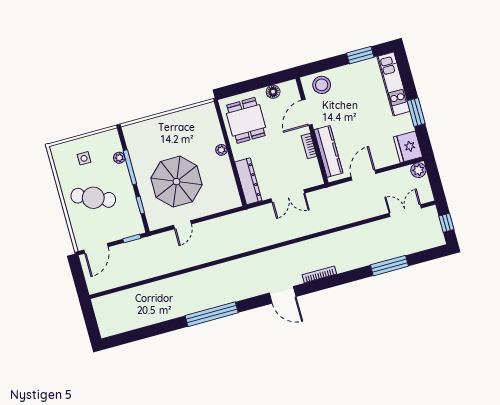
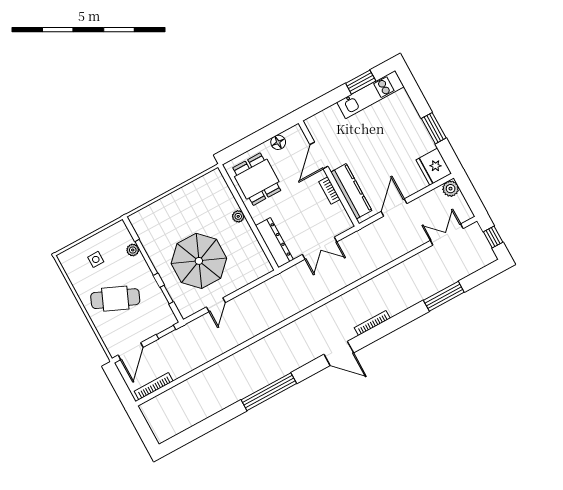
kitchen unit: (394, 84) -> (370, 94), moved, turned -90
stool: (322, 85) -> (328, 123), removed
bookcase: (109, 285) -> (154, 386), added

